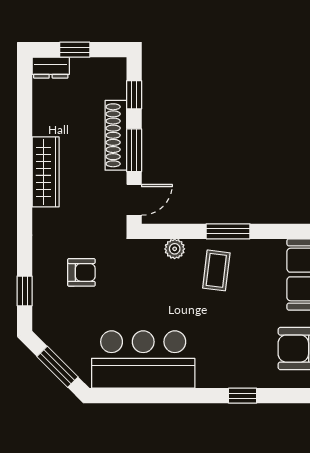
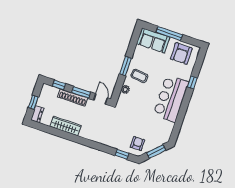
wardrobe: (46, 172) -> (66, 126), moved
armchair: (81, 272) -> (137, 143), moved
bar counter: (143, 359) -> (171, 98), moved

